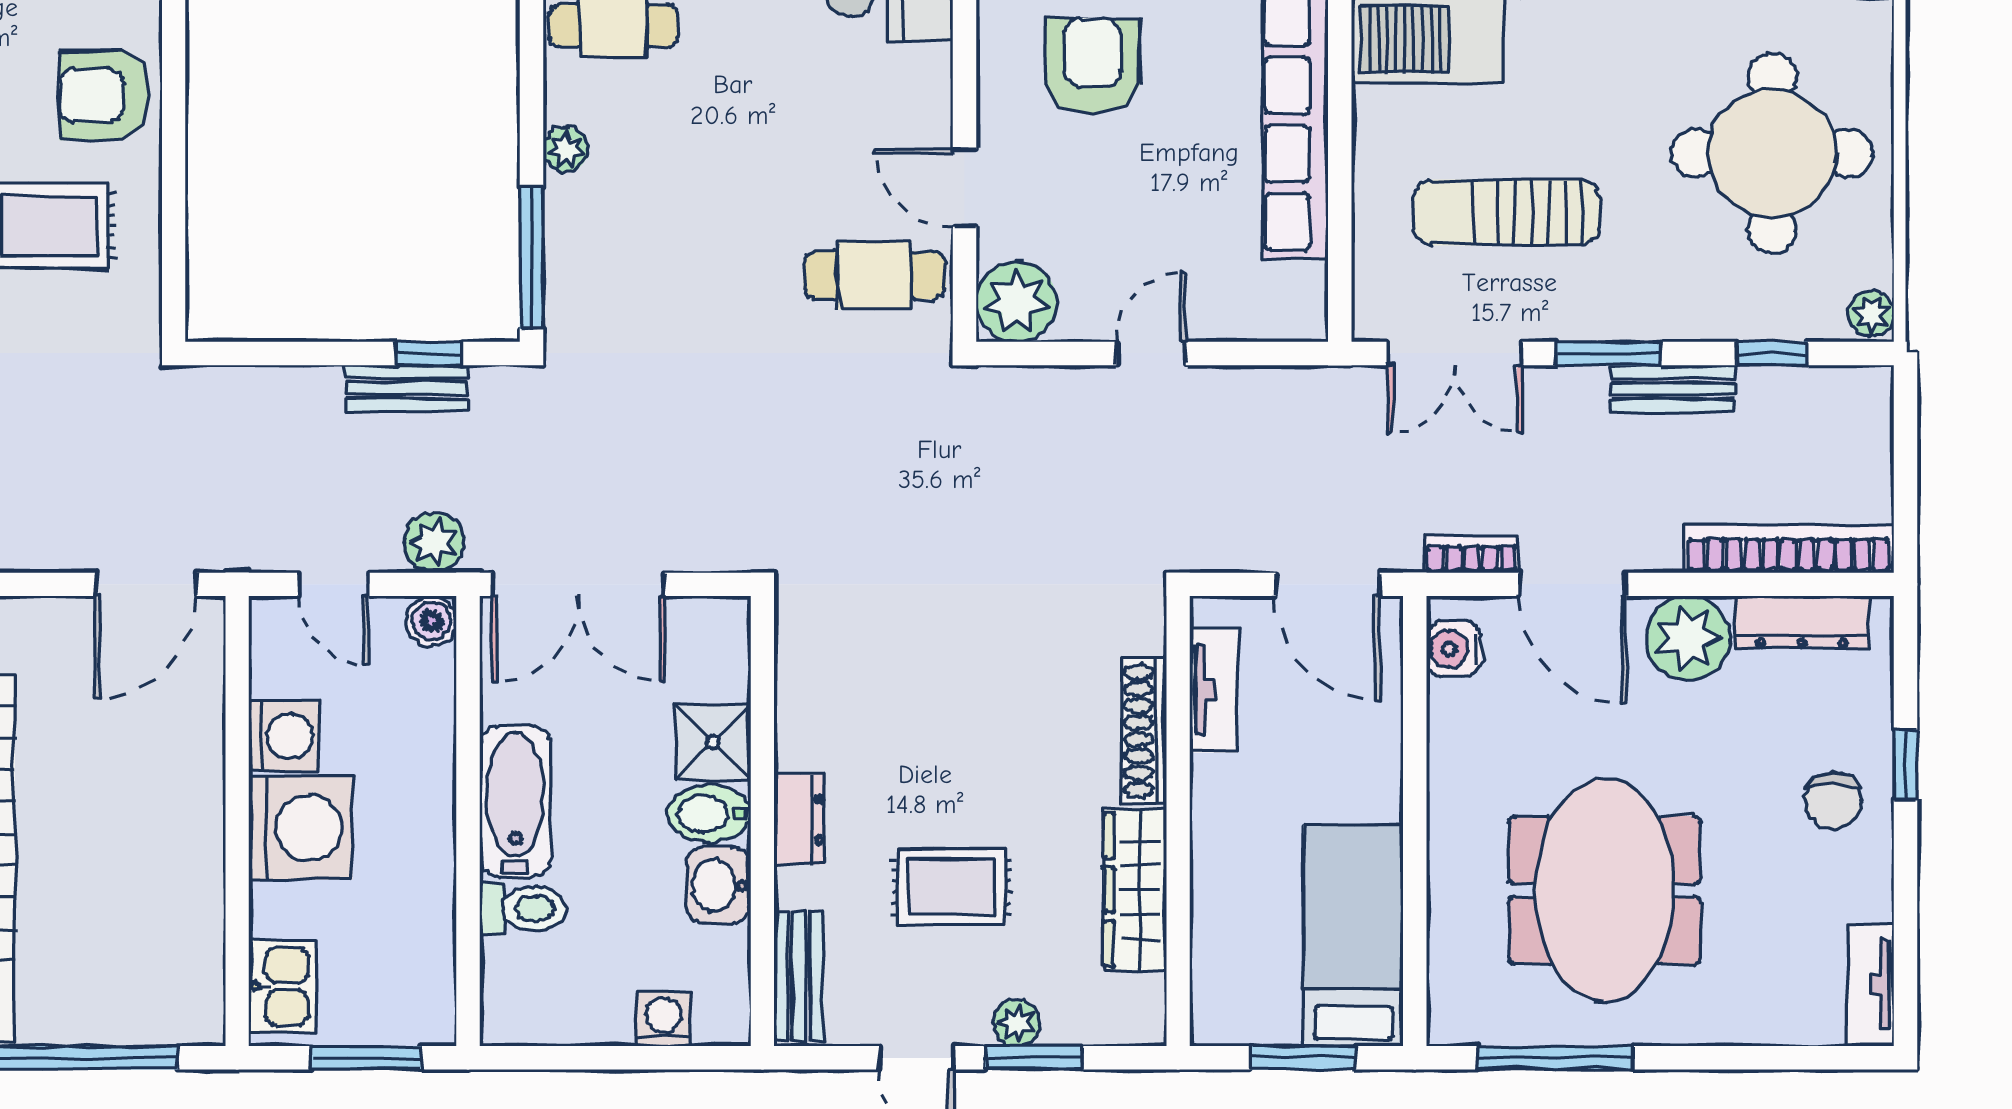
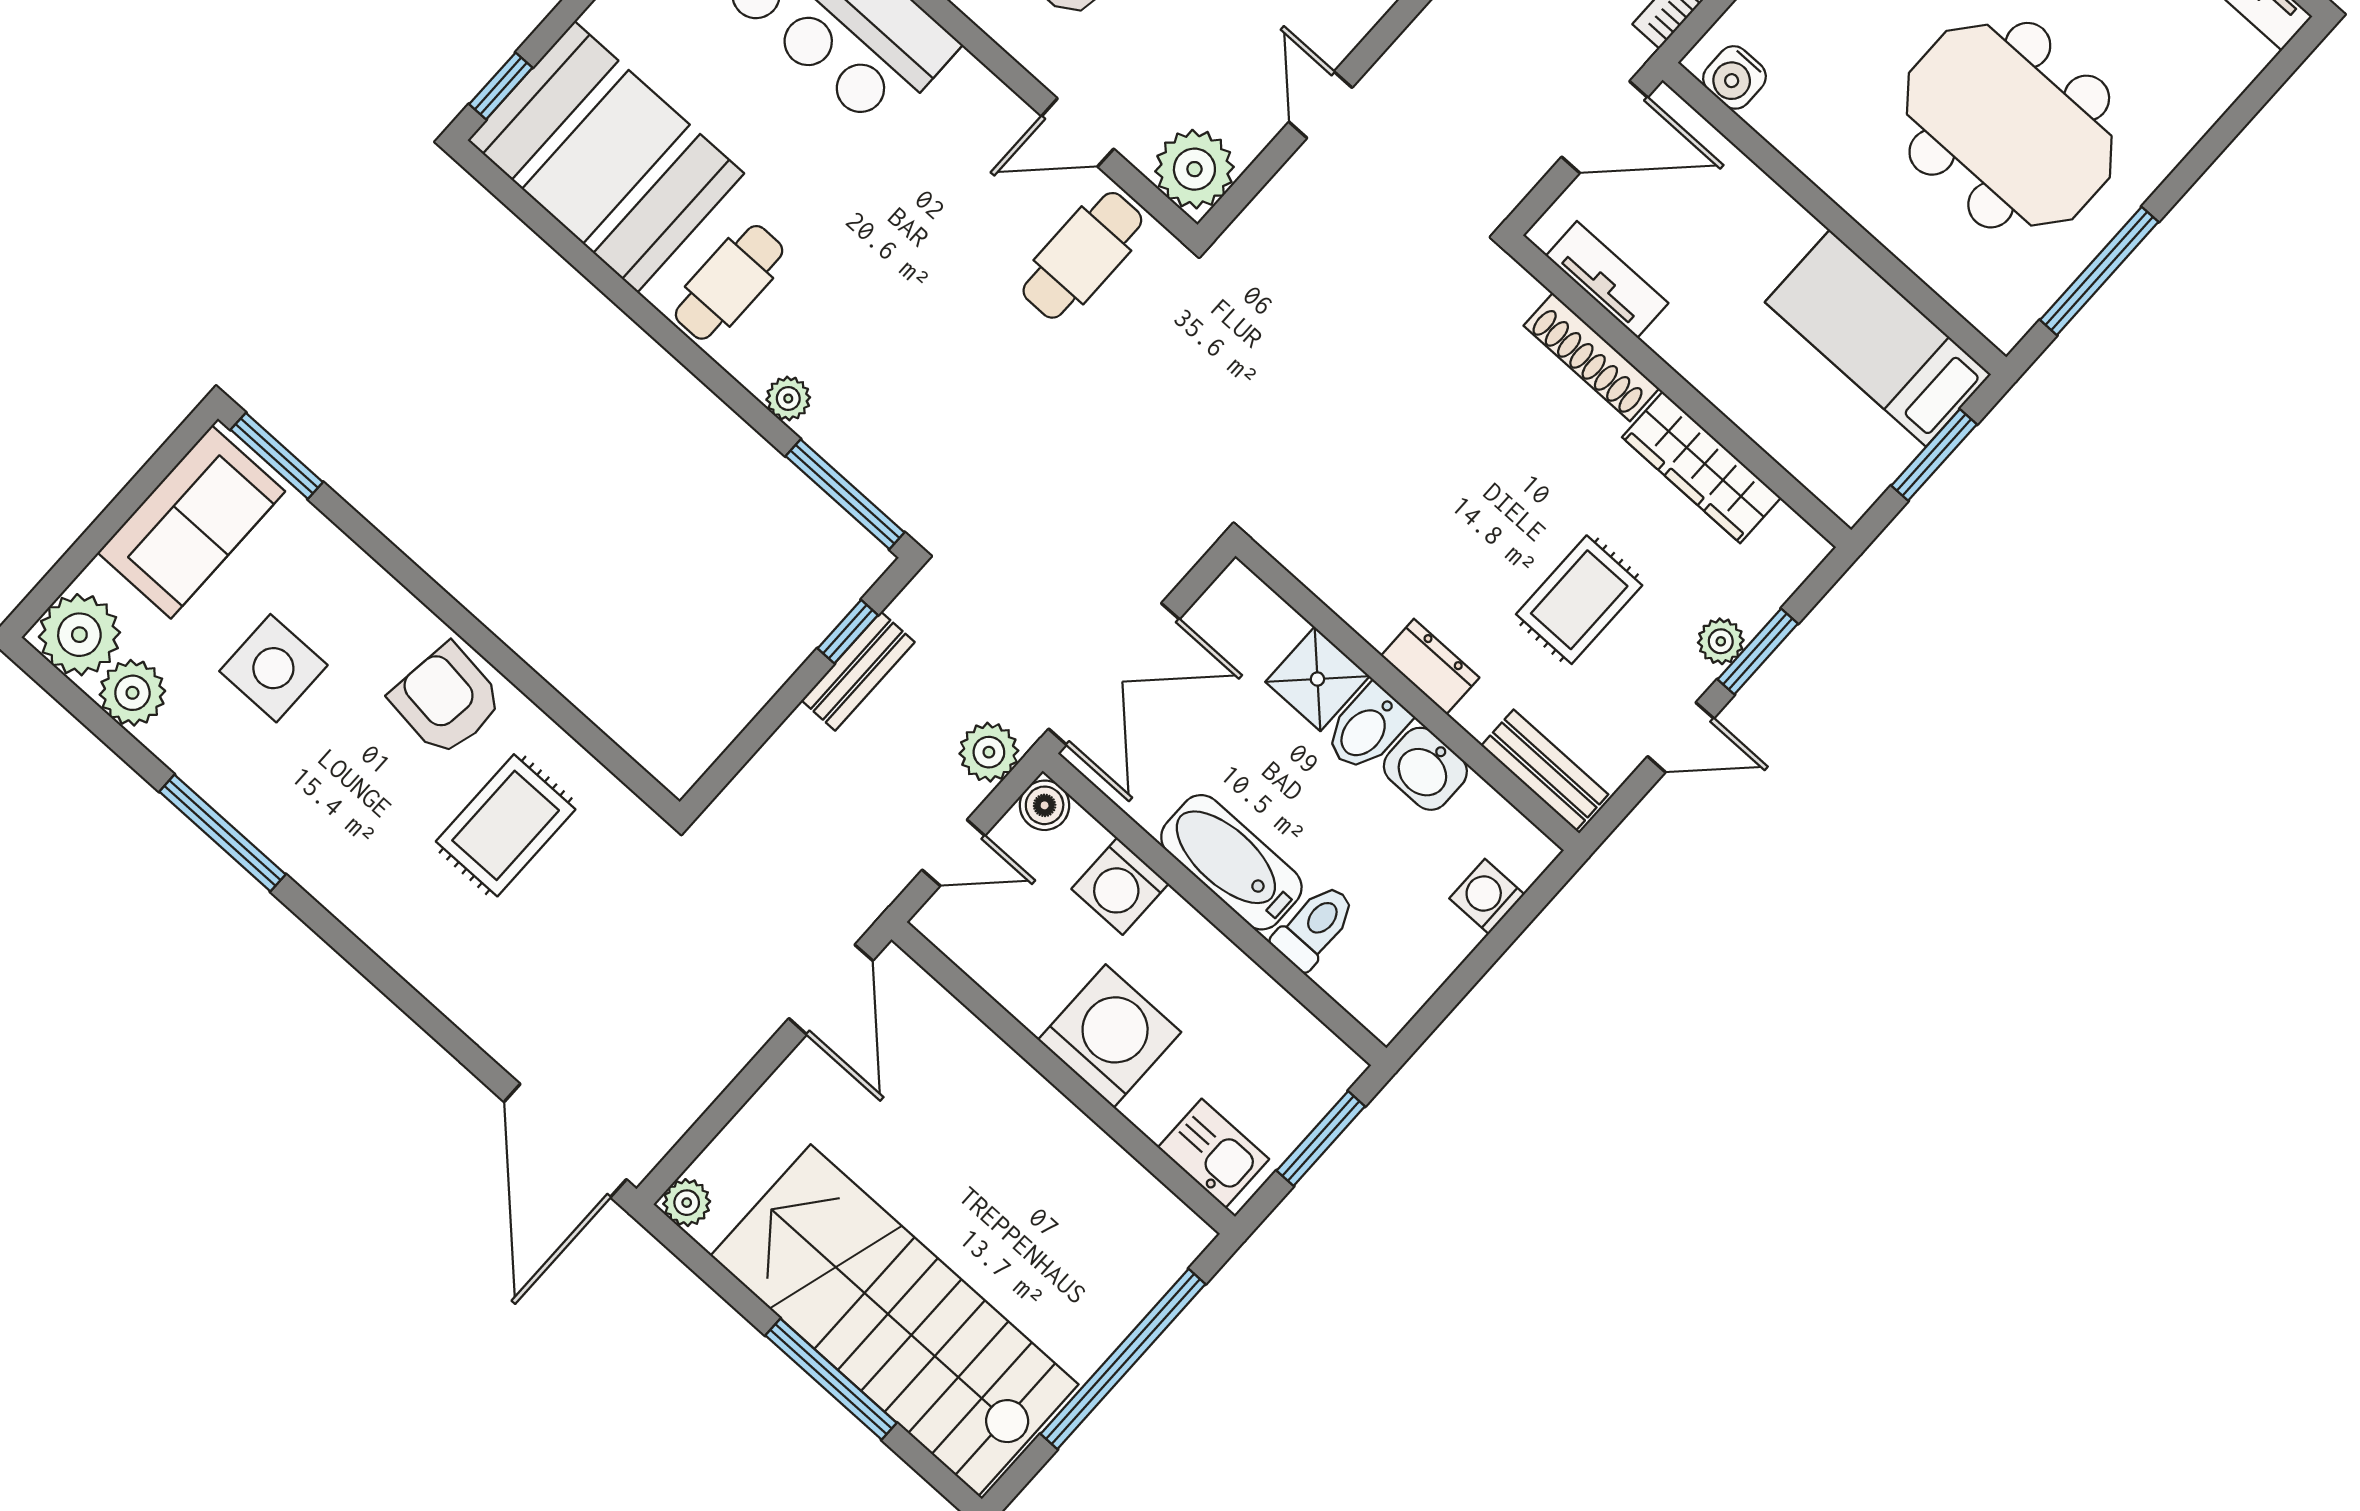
armchair: (104, 95) -> (447, 700), turned 97
washing machine: (284, 736) -> (1120, 886), moved, turned 180

